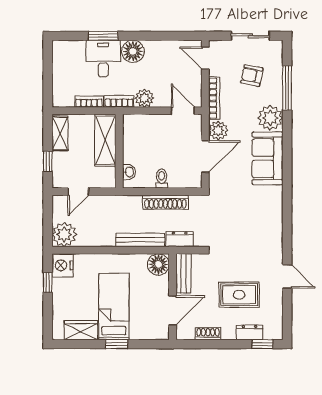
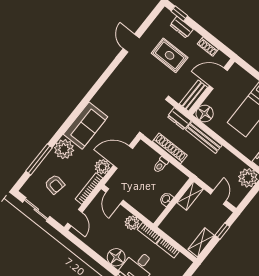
shelving: (105, 140) -> (190, 196), moved, width x0.67, depth x0.75
washbasin: (129, 172) -> (166, 199), moved
door: (78, 192) -> (218, 197), hinge flipped

